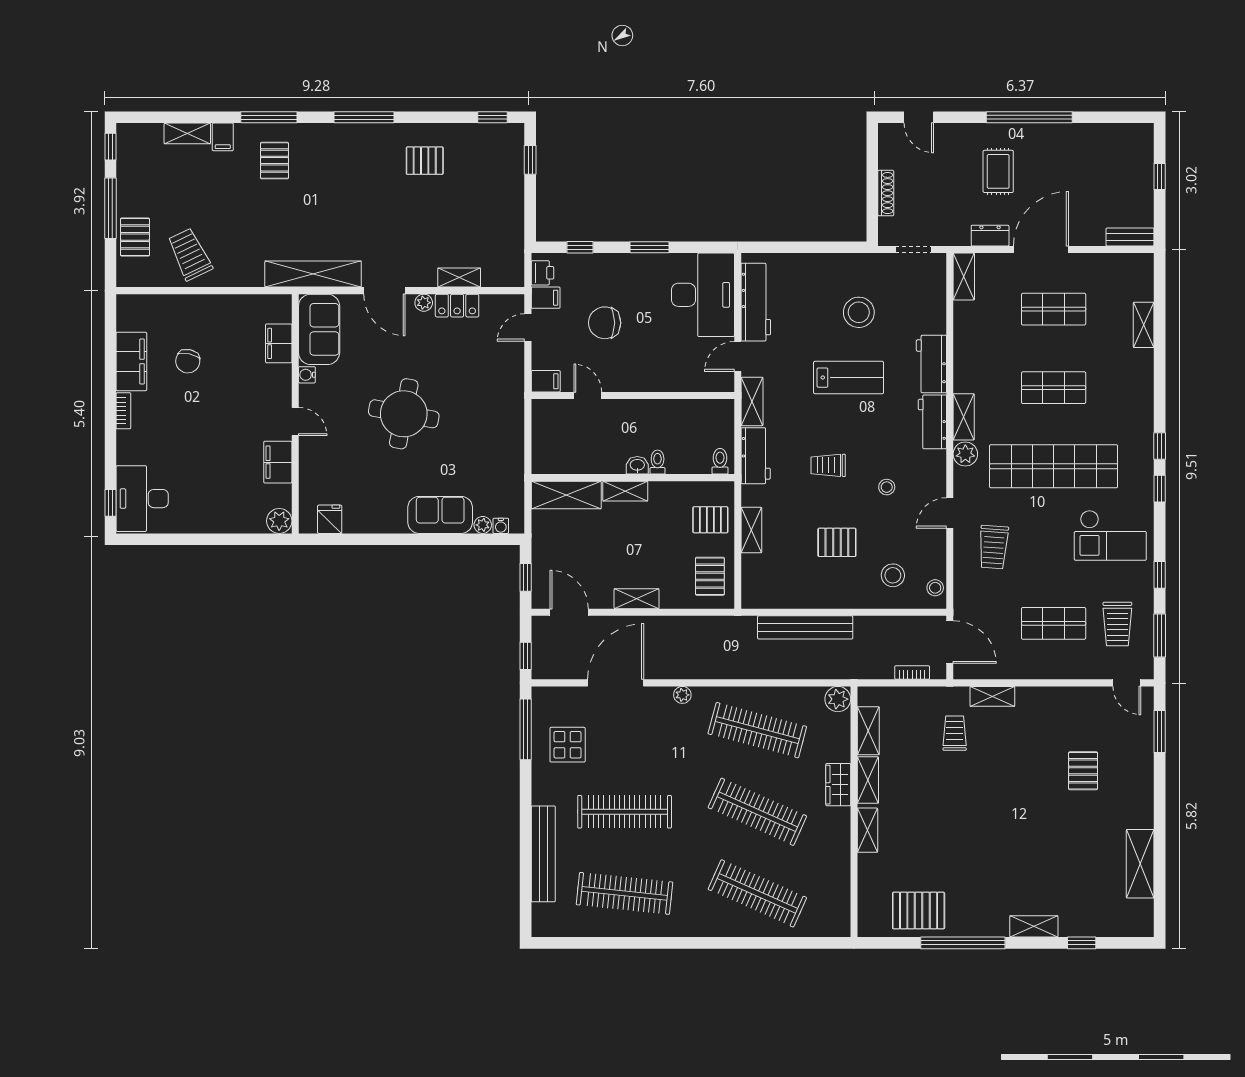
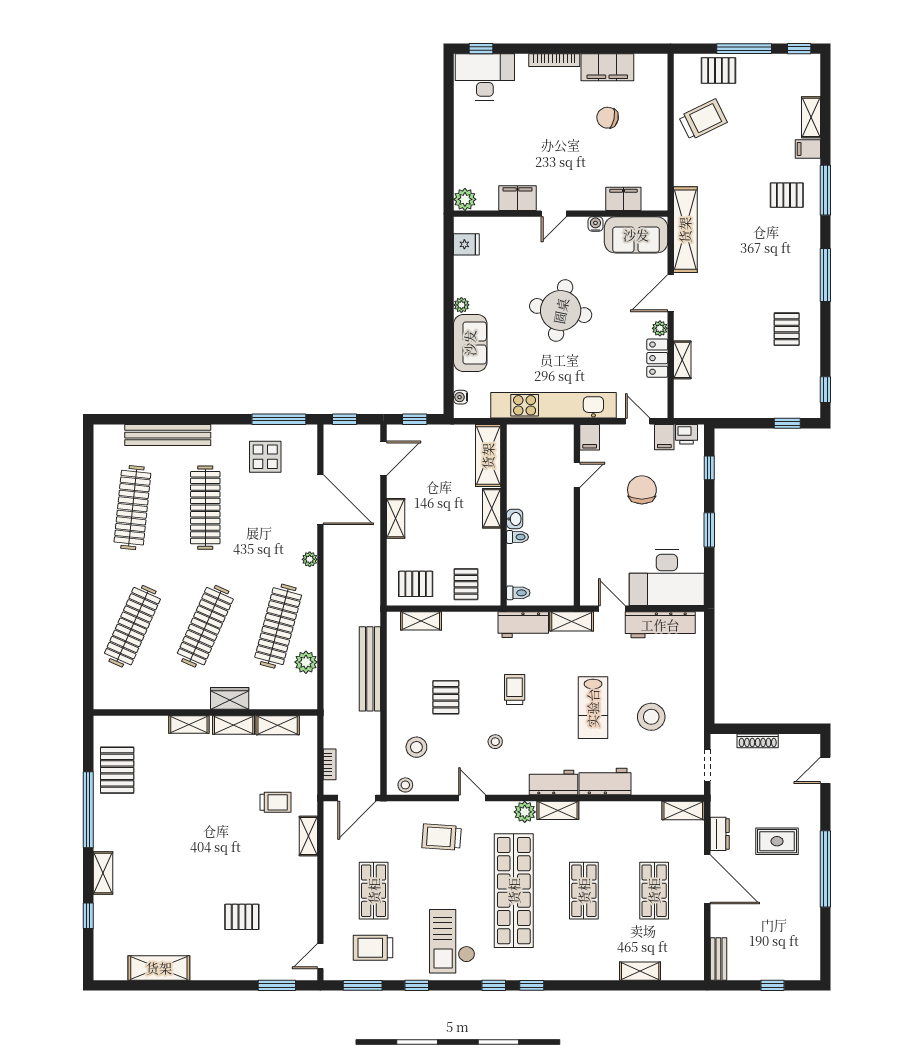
bookcase: (123, 411) -> (554, 60), width x1.56
kitchen unit: (510, 422) -> (553, 405), added
plant: (483, 525) -> (461, 305), moved
shelving: (751, 530) -> (421, 621), moved
plant: (838, 699) -> (306, 662), moved

